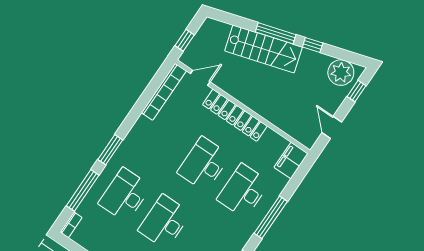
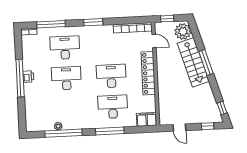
window: (313, 45) -> (222, 108), moved
plant: (341, 73) -> (183, 32), moved
door: (332, 127) -> (179, 128), swing flipped
window: (110, 150) -> (93, 22), moved

